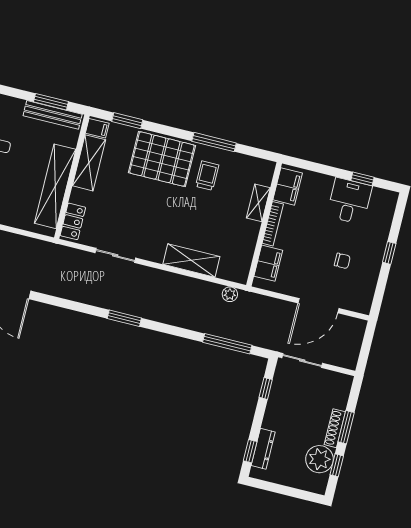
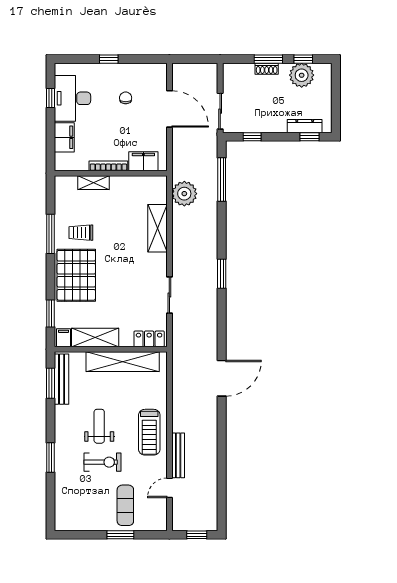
filing cabinet: (288, 186) -> (64, 137), moved, turned 90
desk: (349, 201) -> (72, 98), width x1.37
plant: (230, 294) -> (184, 194), width x1.88, depth x1.88
shoe rack: (335, 428) -> (267, 69), width x0.70

